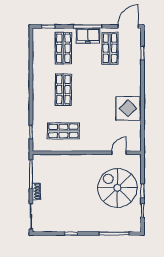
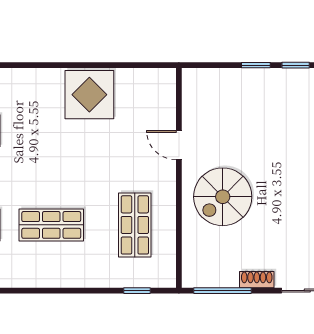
door: (119, 153) -> (179, 145), moved
spiral stairs: (117, 188) -> (223, 197), moved, width x0.73, depth x0.73

